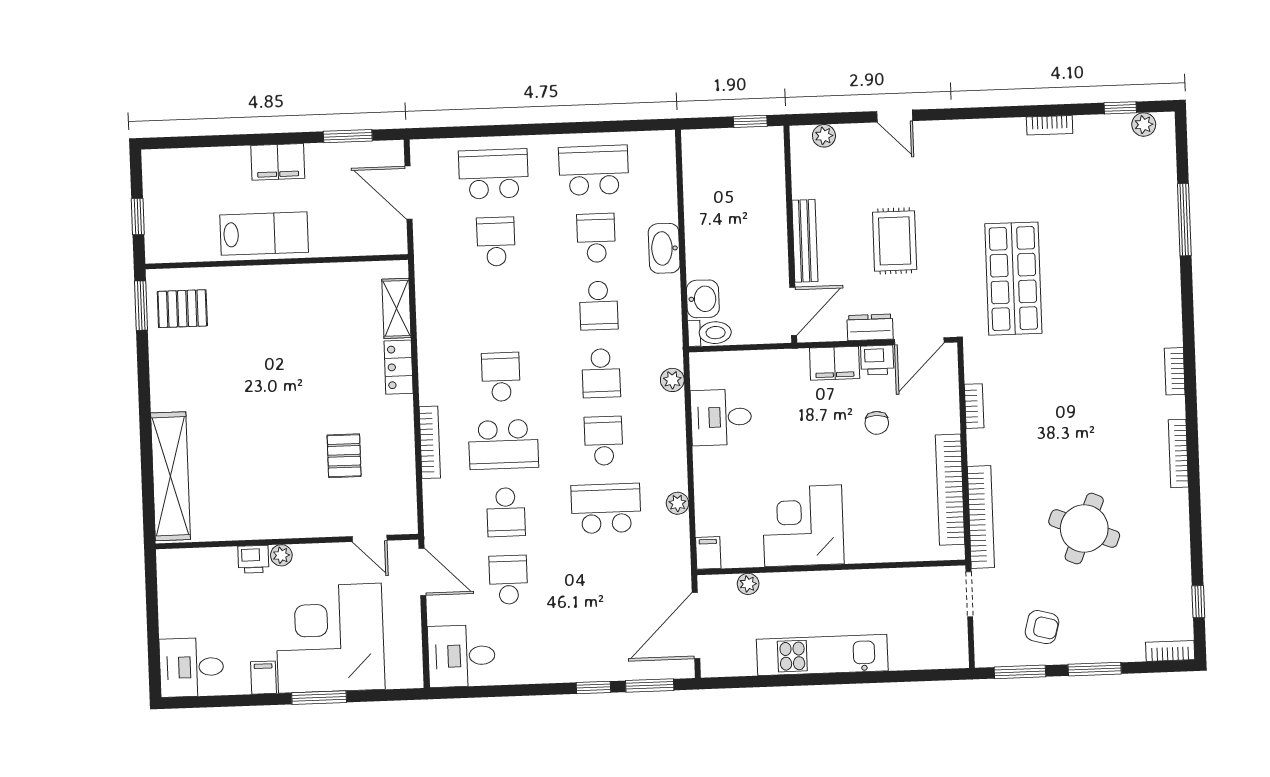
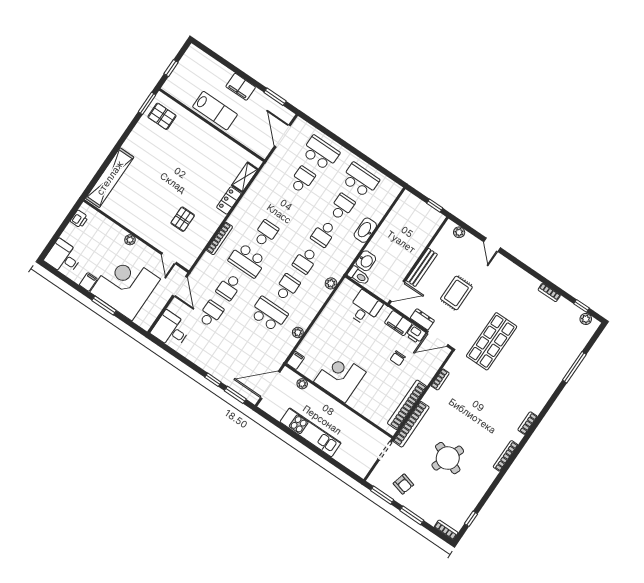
desk: (721, 417) -> (365, 308), moved, turned 90
printer: (253, 559) -> (79, 219), moved, turned -90

